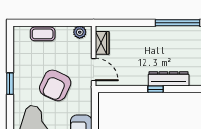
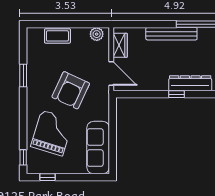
bench: (151, 32) -> (171, 34), added
window: (10, 84) -> (23, 75), moved

